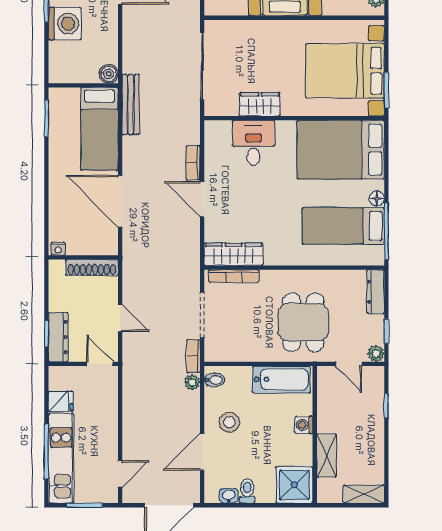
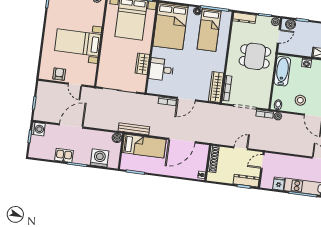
washing machine: (65, 24) -> (100, 158), moved
boiler: (375, 384) -> (291, 24), added

